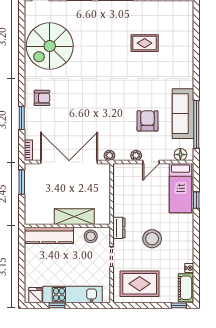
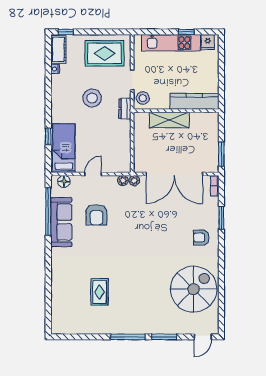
rug: (145, 43) -> (100, 292), turned 90
plant: (136, 155) -> (123, 181), moved
stool: (91, 236) -> (143, 98), moved

